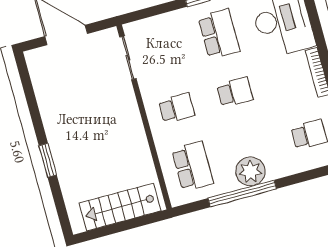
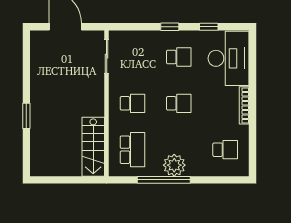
school desk: (219, 34) -> (179, 57), width x0.54
stairs: (120, 207) -> (93, 147), moved, turned -90

